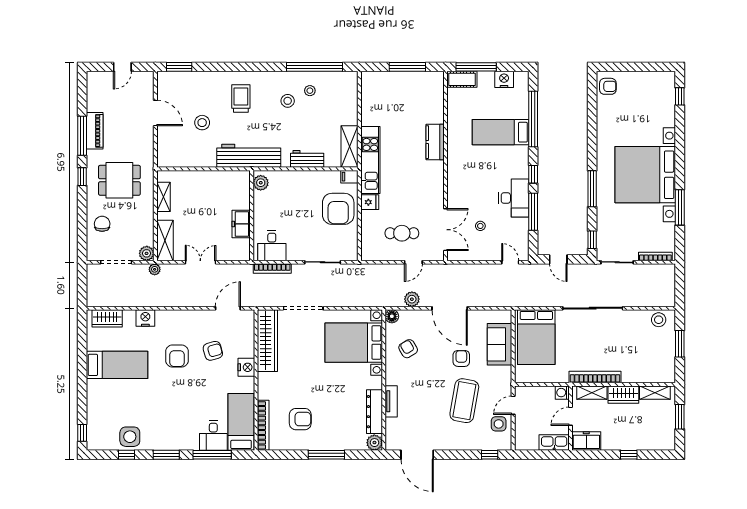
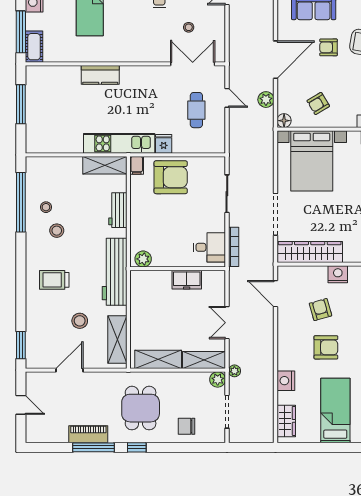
shelving: (184, 158) -> (117, 340), added
shelving: (163, 197) -> (158, 359), width x1.50, depth x1.33

